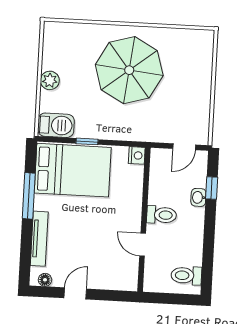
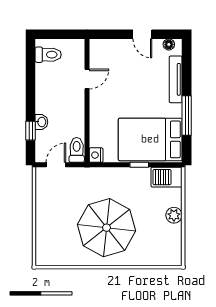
toilet: (162, 215) -> (77, 150), moved, turned 90
door: (143, 245) -> (87, 79), hinge flipped
door: (75, 293) -> (142, 34), hinge flipped

